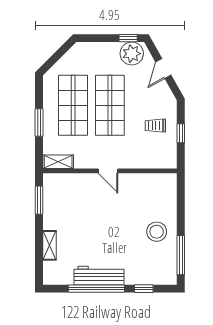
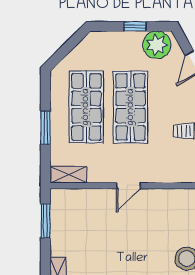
window: (128, 38) -> (135, 26), moved
door: (108, 171) -> (128, 186), hinge flipped

